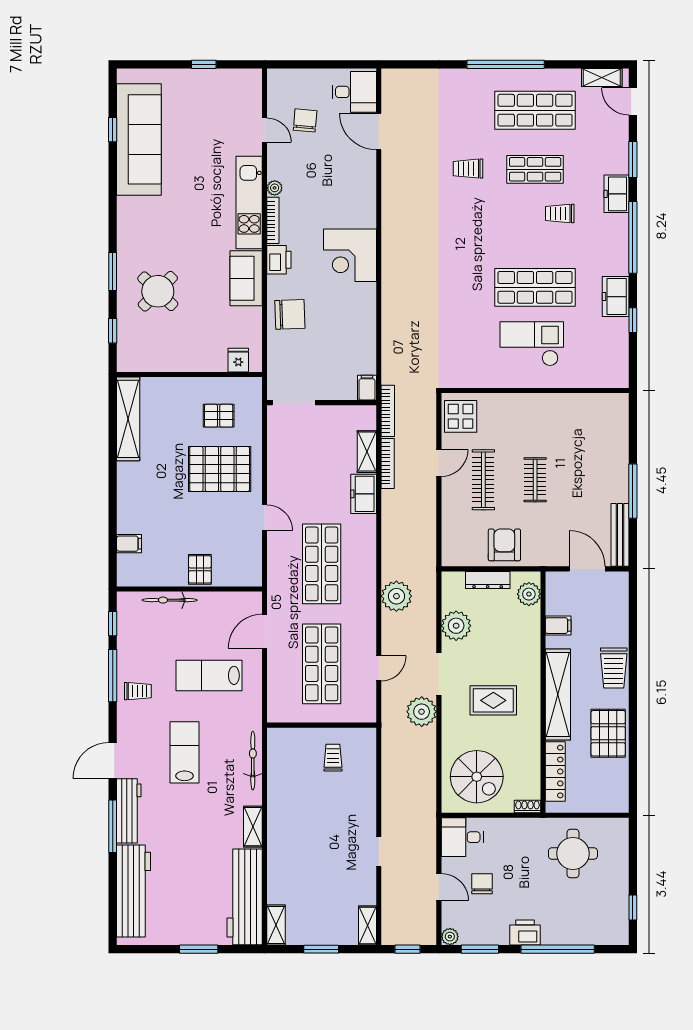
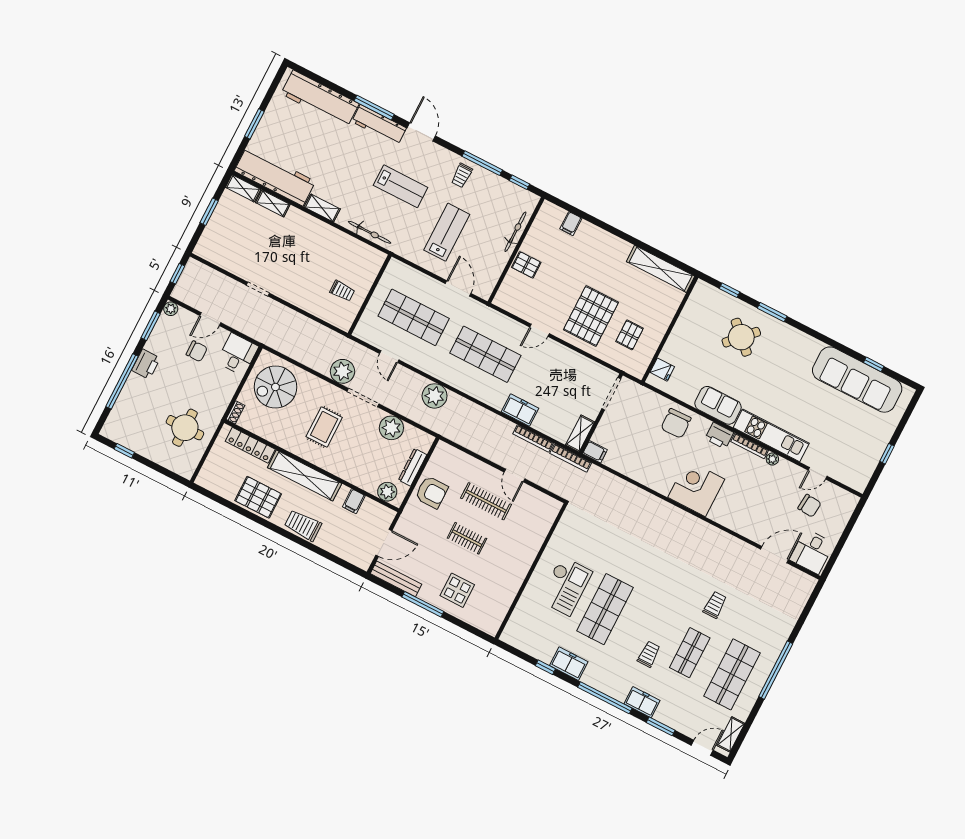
display table: (461, 416) -> (457, 590), moved
shelving: (367, 452) -> (580, 433), moved, turned 90
shelving: (368, 925) -> (273, 203), moved

